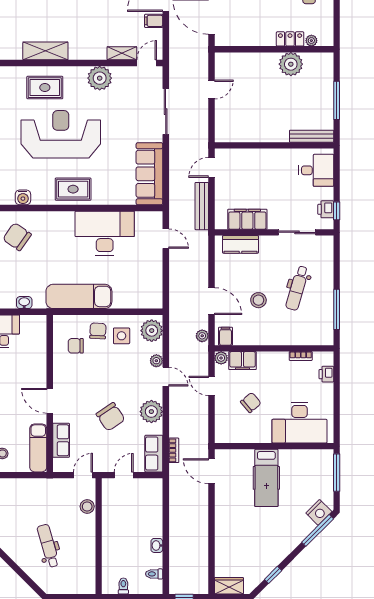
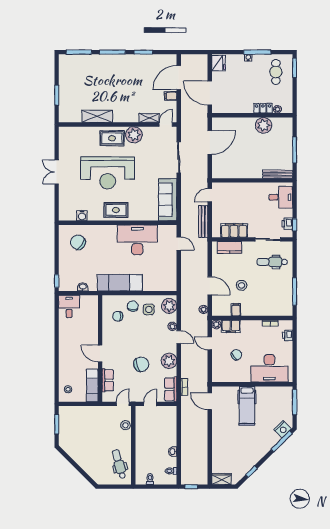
rug: (45, 88) -> (112, 138), moved
door: (211, 89) -> (210, 142), width x1.87
reception desk: (61, 134) -> (108, 173), turned 180
dental chair: (297, 288) -> (272, 262), moved, turned 74
filing cabinet: (226, 336) -> (236, 310), moved
chair: (111, 417) -> (141, 364), turned -74
dental chair: (48, 546) -> (119, 464), moved

